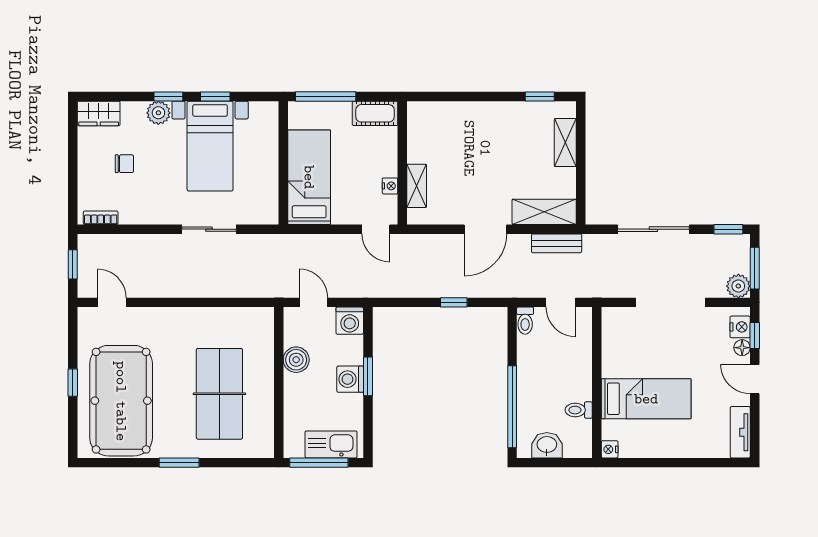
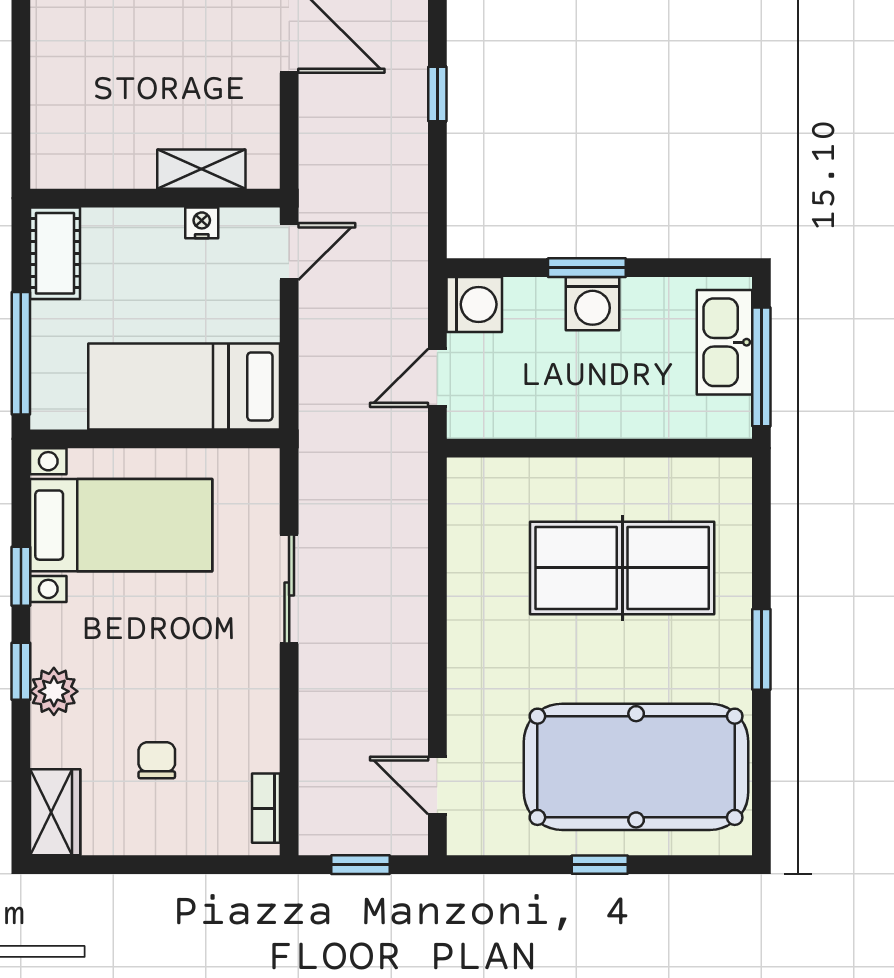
bed with nightstands: (210, 146) -> (121, 525), moved
door: (112, 302) -> (437, 785), hinge flipped
boiler: (296, 360) -> (553, 413), removed

